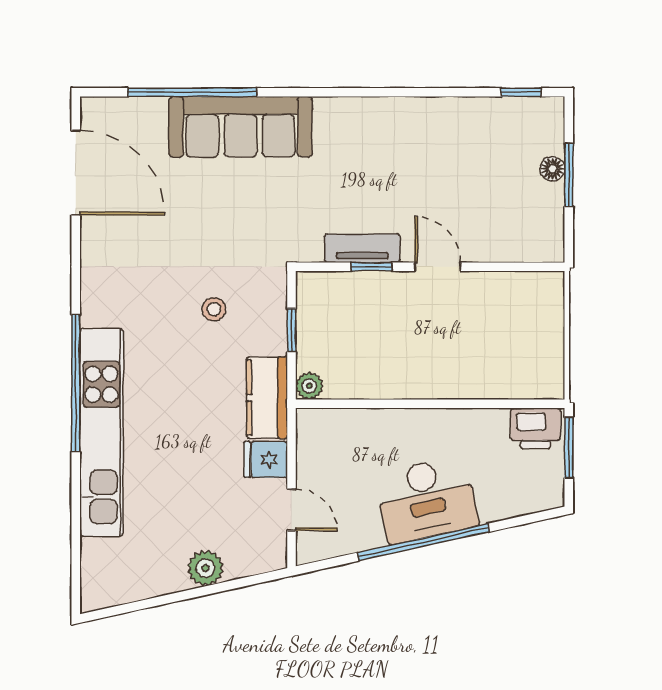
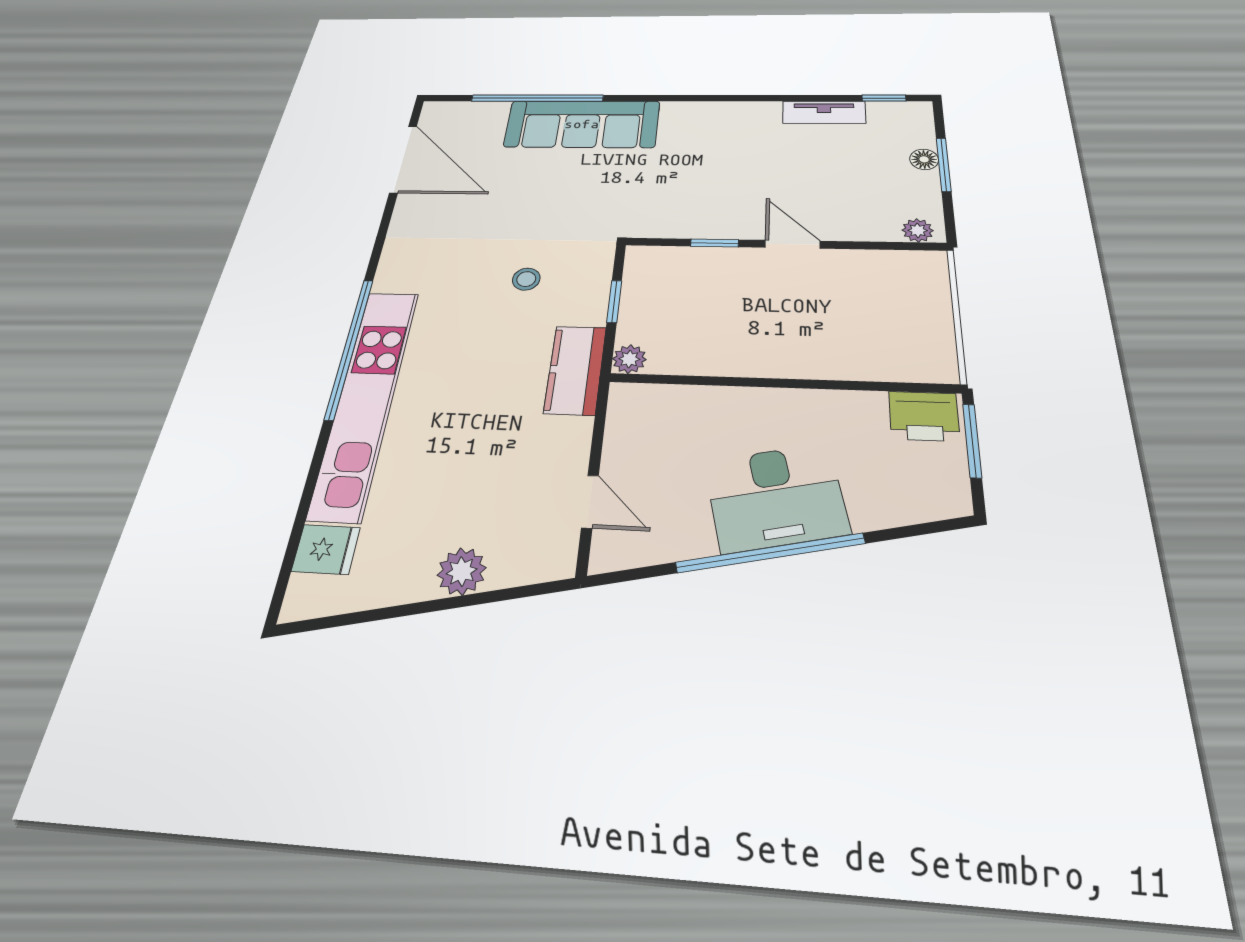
tv unit: (362, 248) -> (824, 112), moved, turned 180
plant: (542, 250) -> (918, 230), added
fridge: (266, 459) -> (326, 549), moved, turned 180

